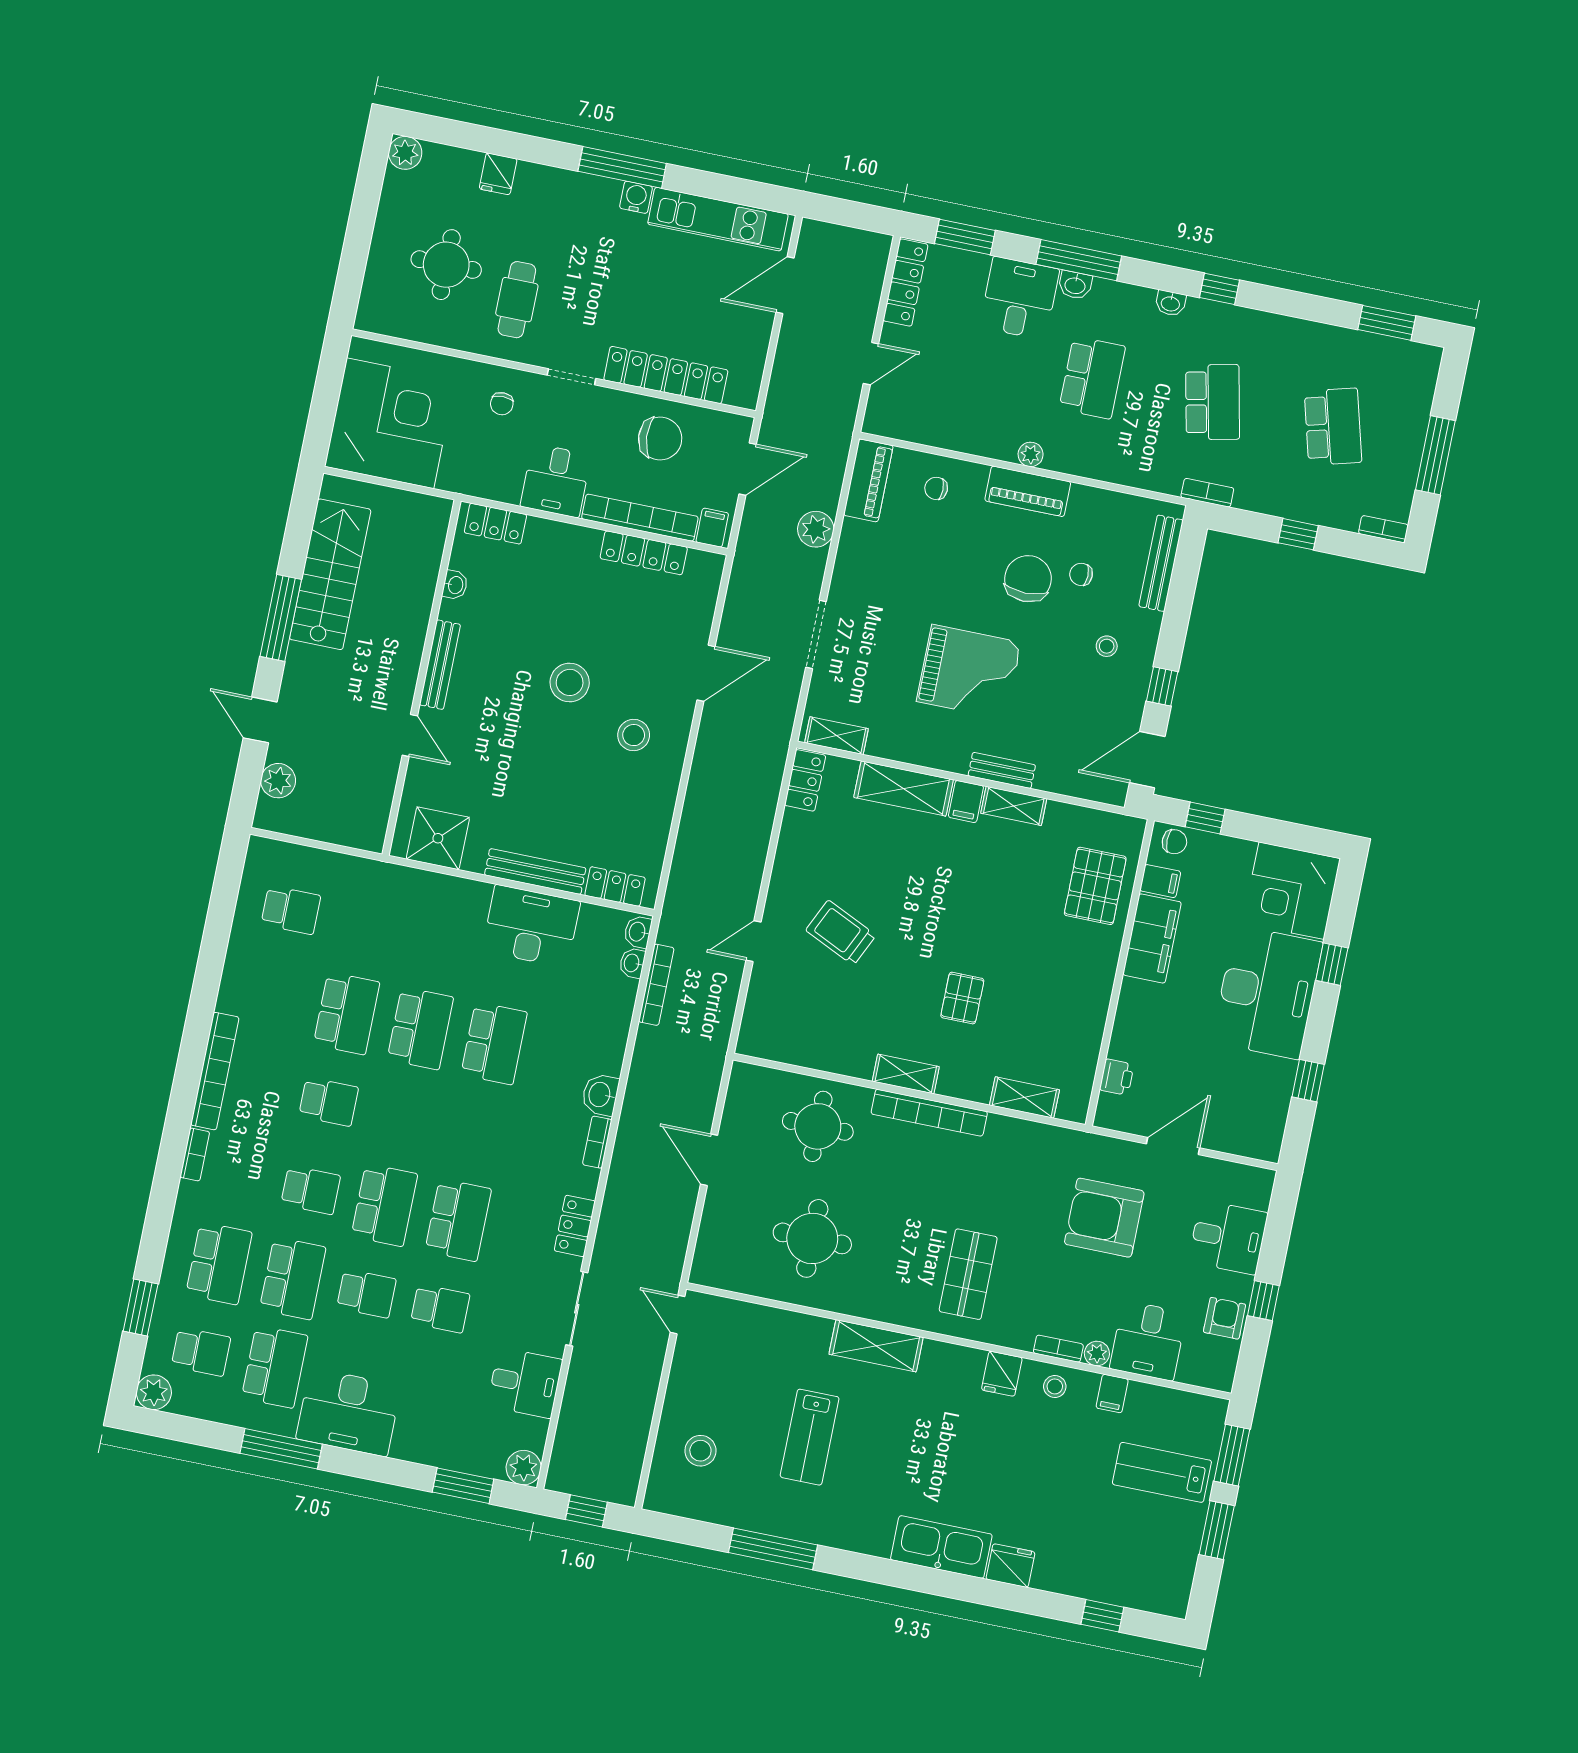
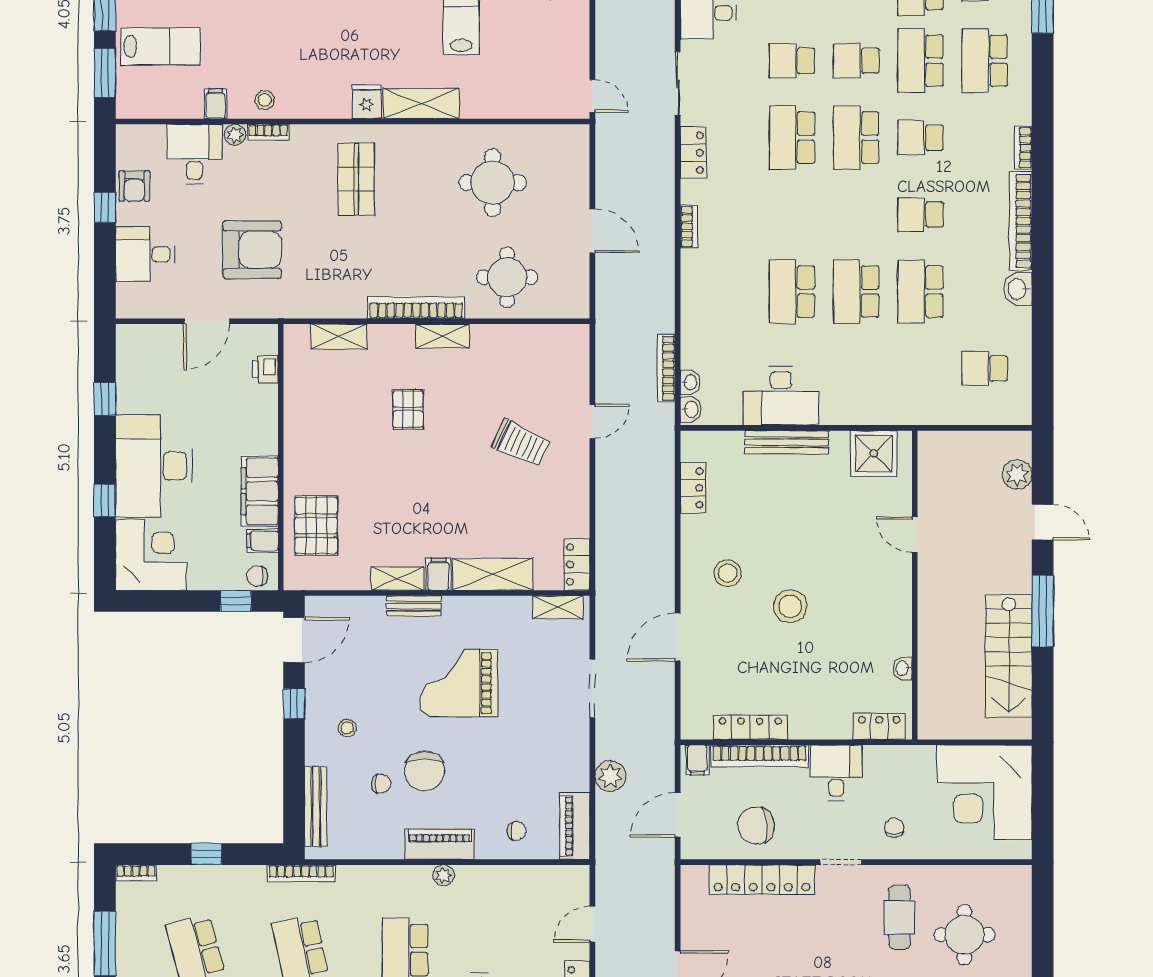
bookcase: (1207, 493) -> (301, 873), width x1.56
bench: (440, 665) -> (902, 599), removed
locker: (615, 887) -> (693, 488), moved, turned -90
washbasin: (600, 1095) -> (1018, 289), moved, turned 180
fridge: (1002, 1374) -> (367, 102), moved

